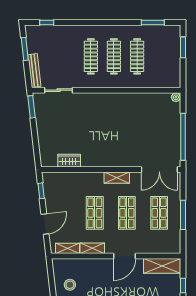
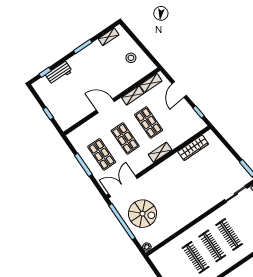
spiral stairs: (159, 131) -> (142, 214), added
wardrobe: (69, 161) -> (193, 148), width x1.50
shelving: (117, 178) -> (160, 152), moved
door: (125, 256) -> (105, 106), hinge flipped
shelving: (162, 266) -> (73, 117), removed

